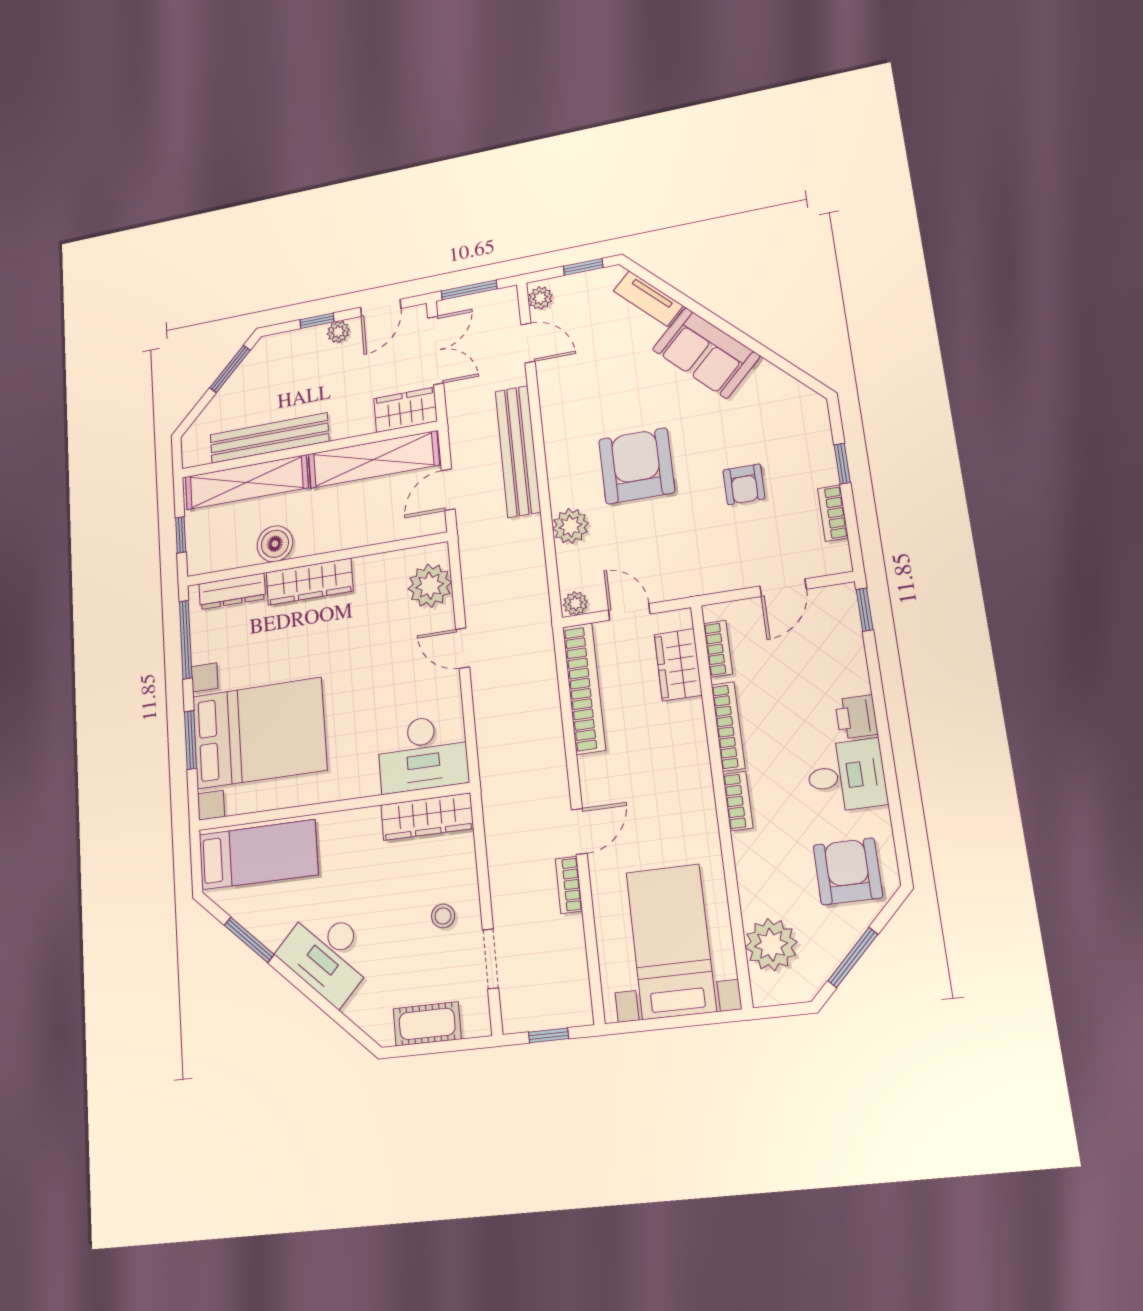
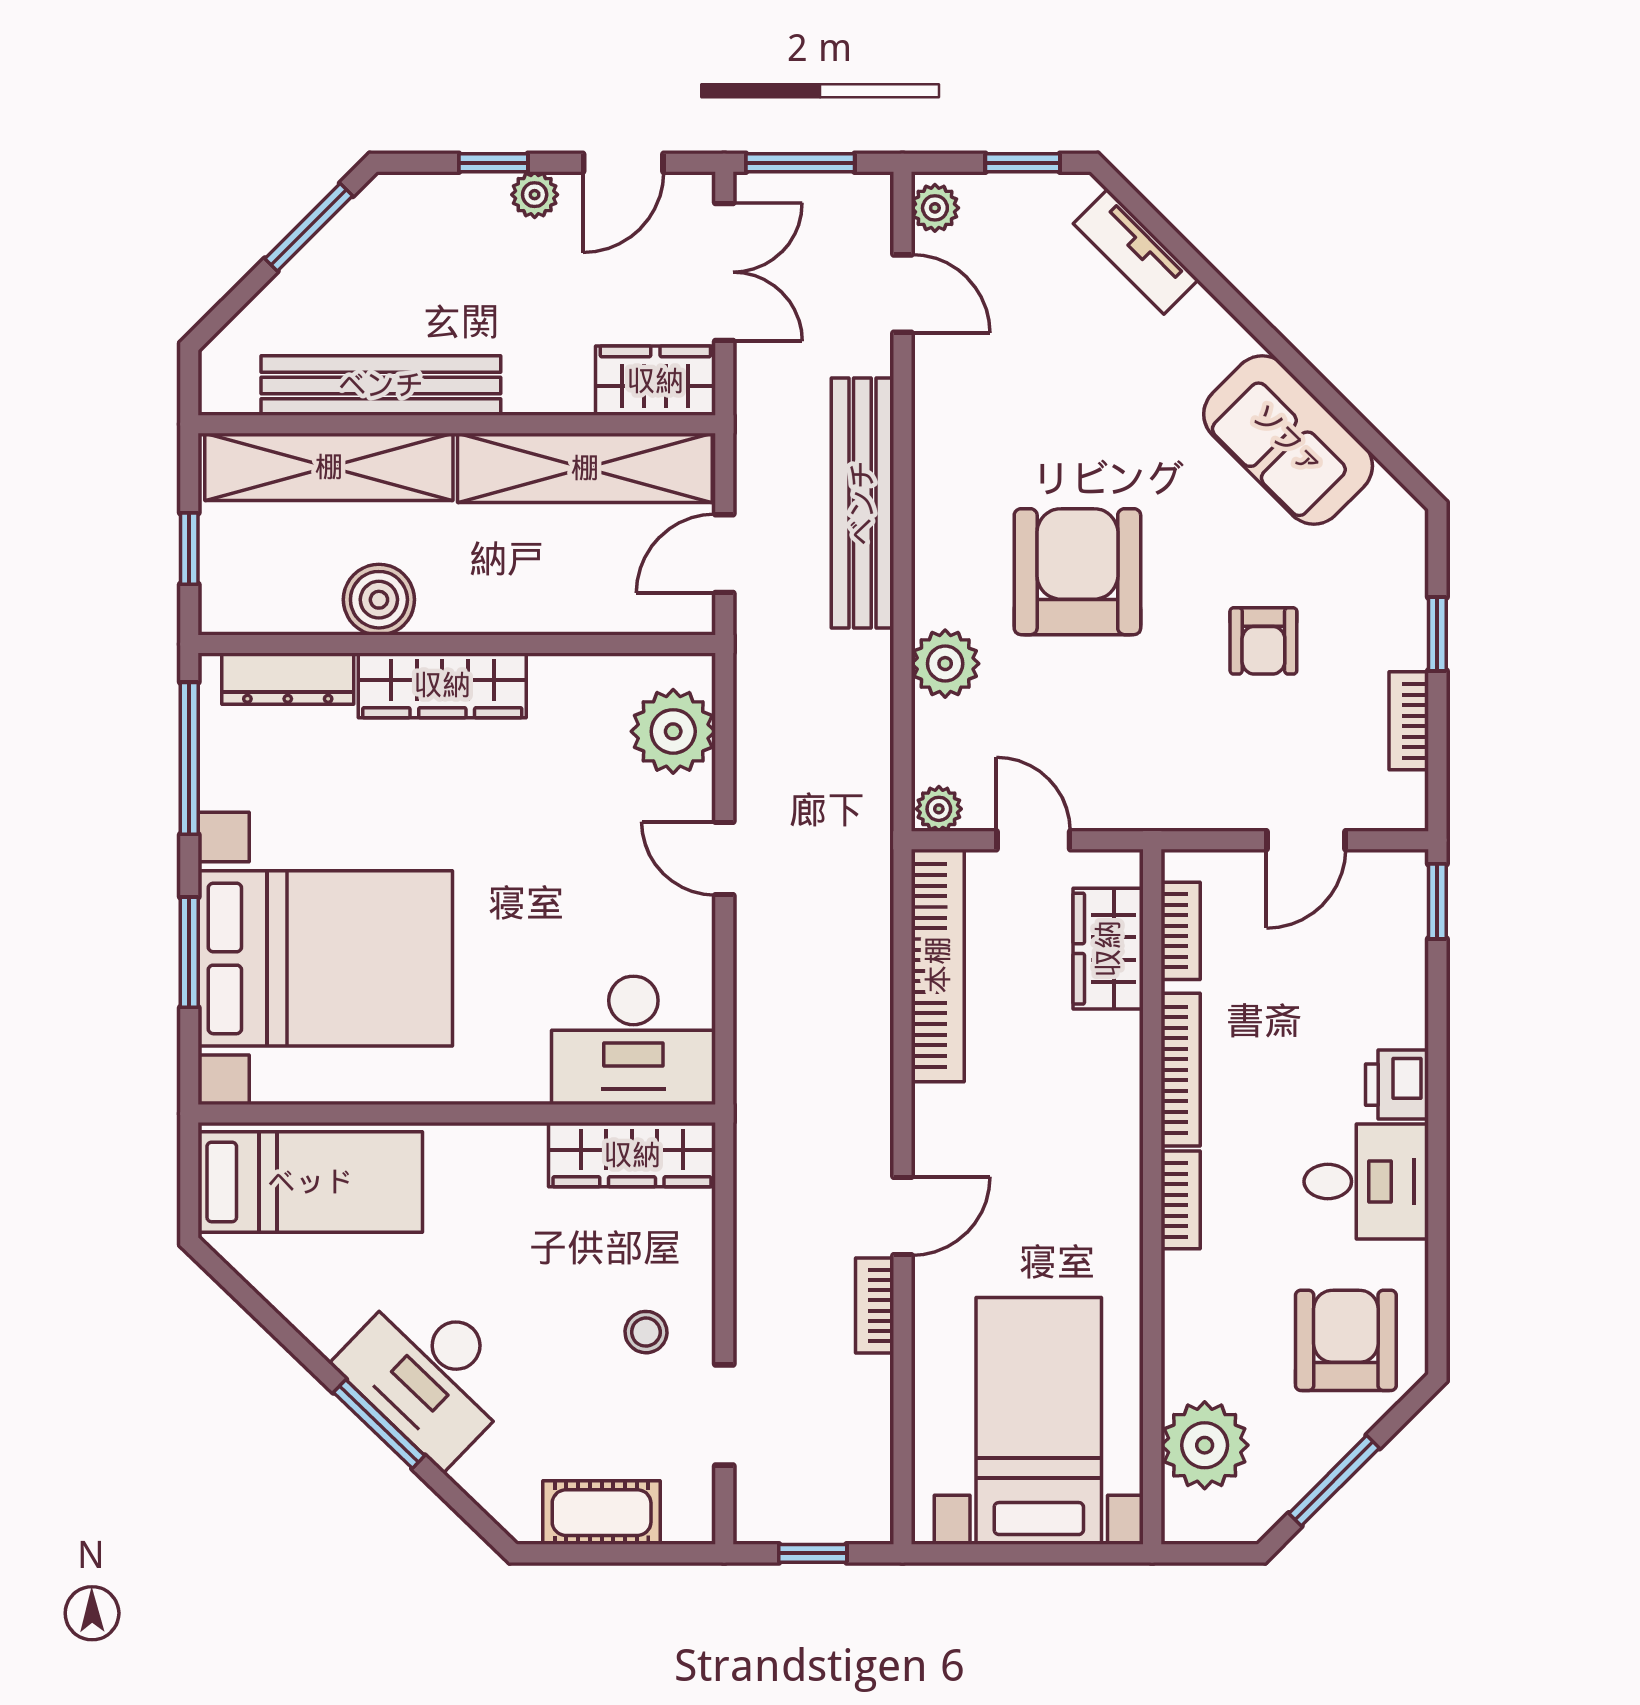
sofa: (706, 353) -> (1288, 440), moved
window: (249, 940) -> (379, 1424), moved

